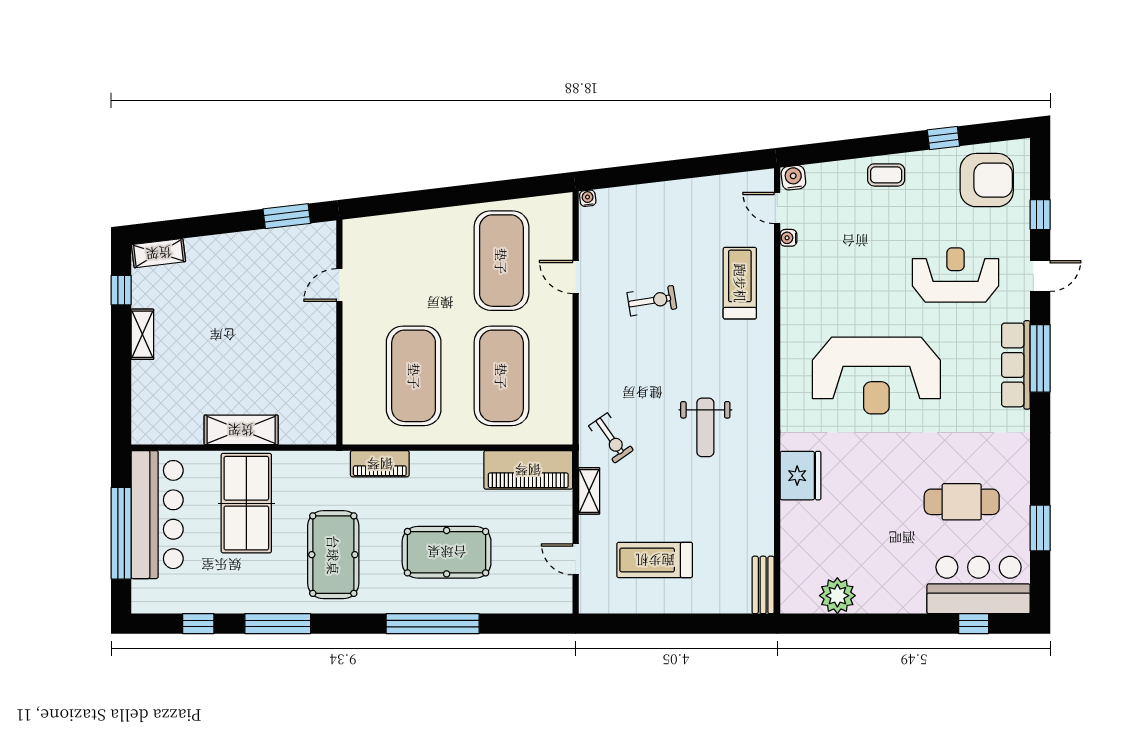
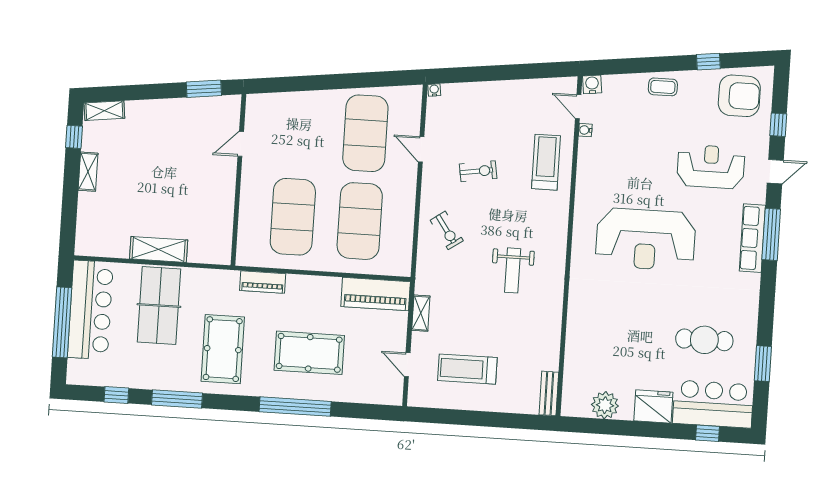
exercise bike: (611, 438) -> (447, 230), moved
fridge: (801, 476) -> (653, 406), moved, turned -90

